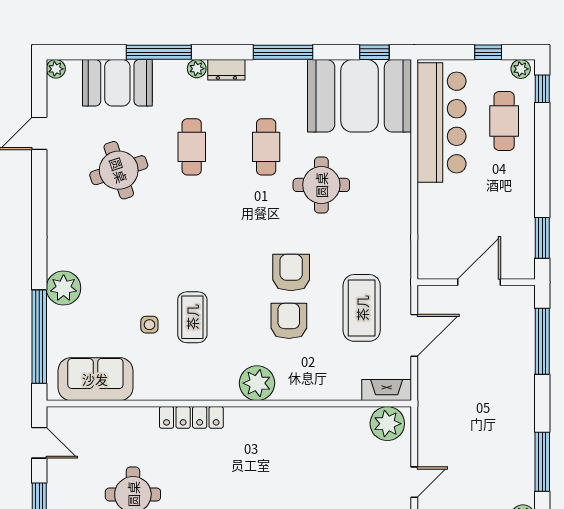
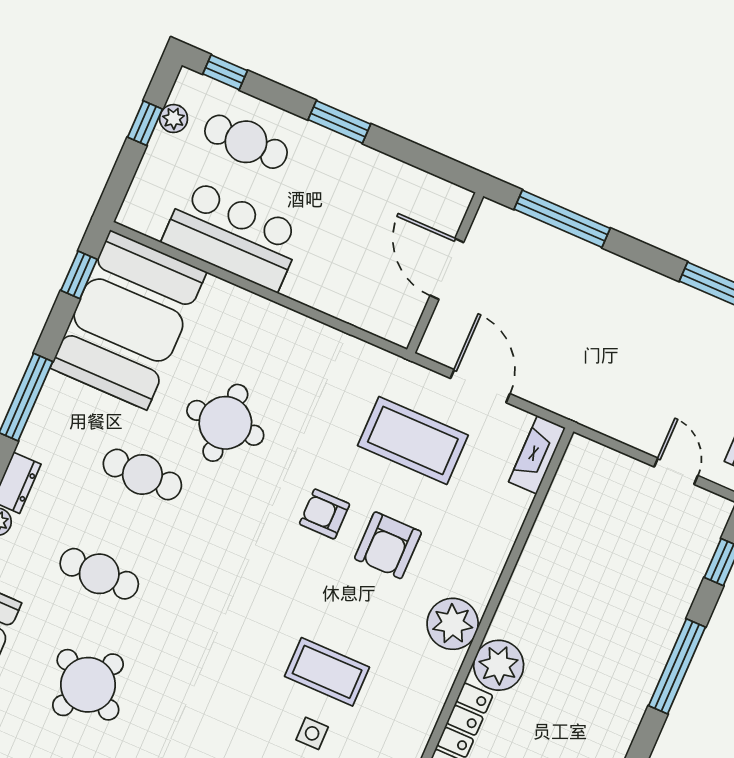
plant: (521, 69) -> (174, 119), moved
bar counter: (442, 123) -> (233, 235), width x0.73
round table: (119, 170) -> (88, 685), turned 45
window: (542, 238) -> (339, 122), moved
armchair: (291, 272) -> (325, 514), width x0.72, depth x0.72
armchair: (289, 321) -> (388, 545), turned -90
plant: (387, 424) -> (499, 665), moved

